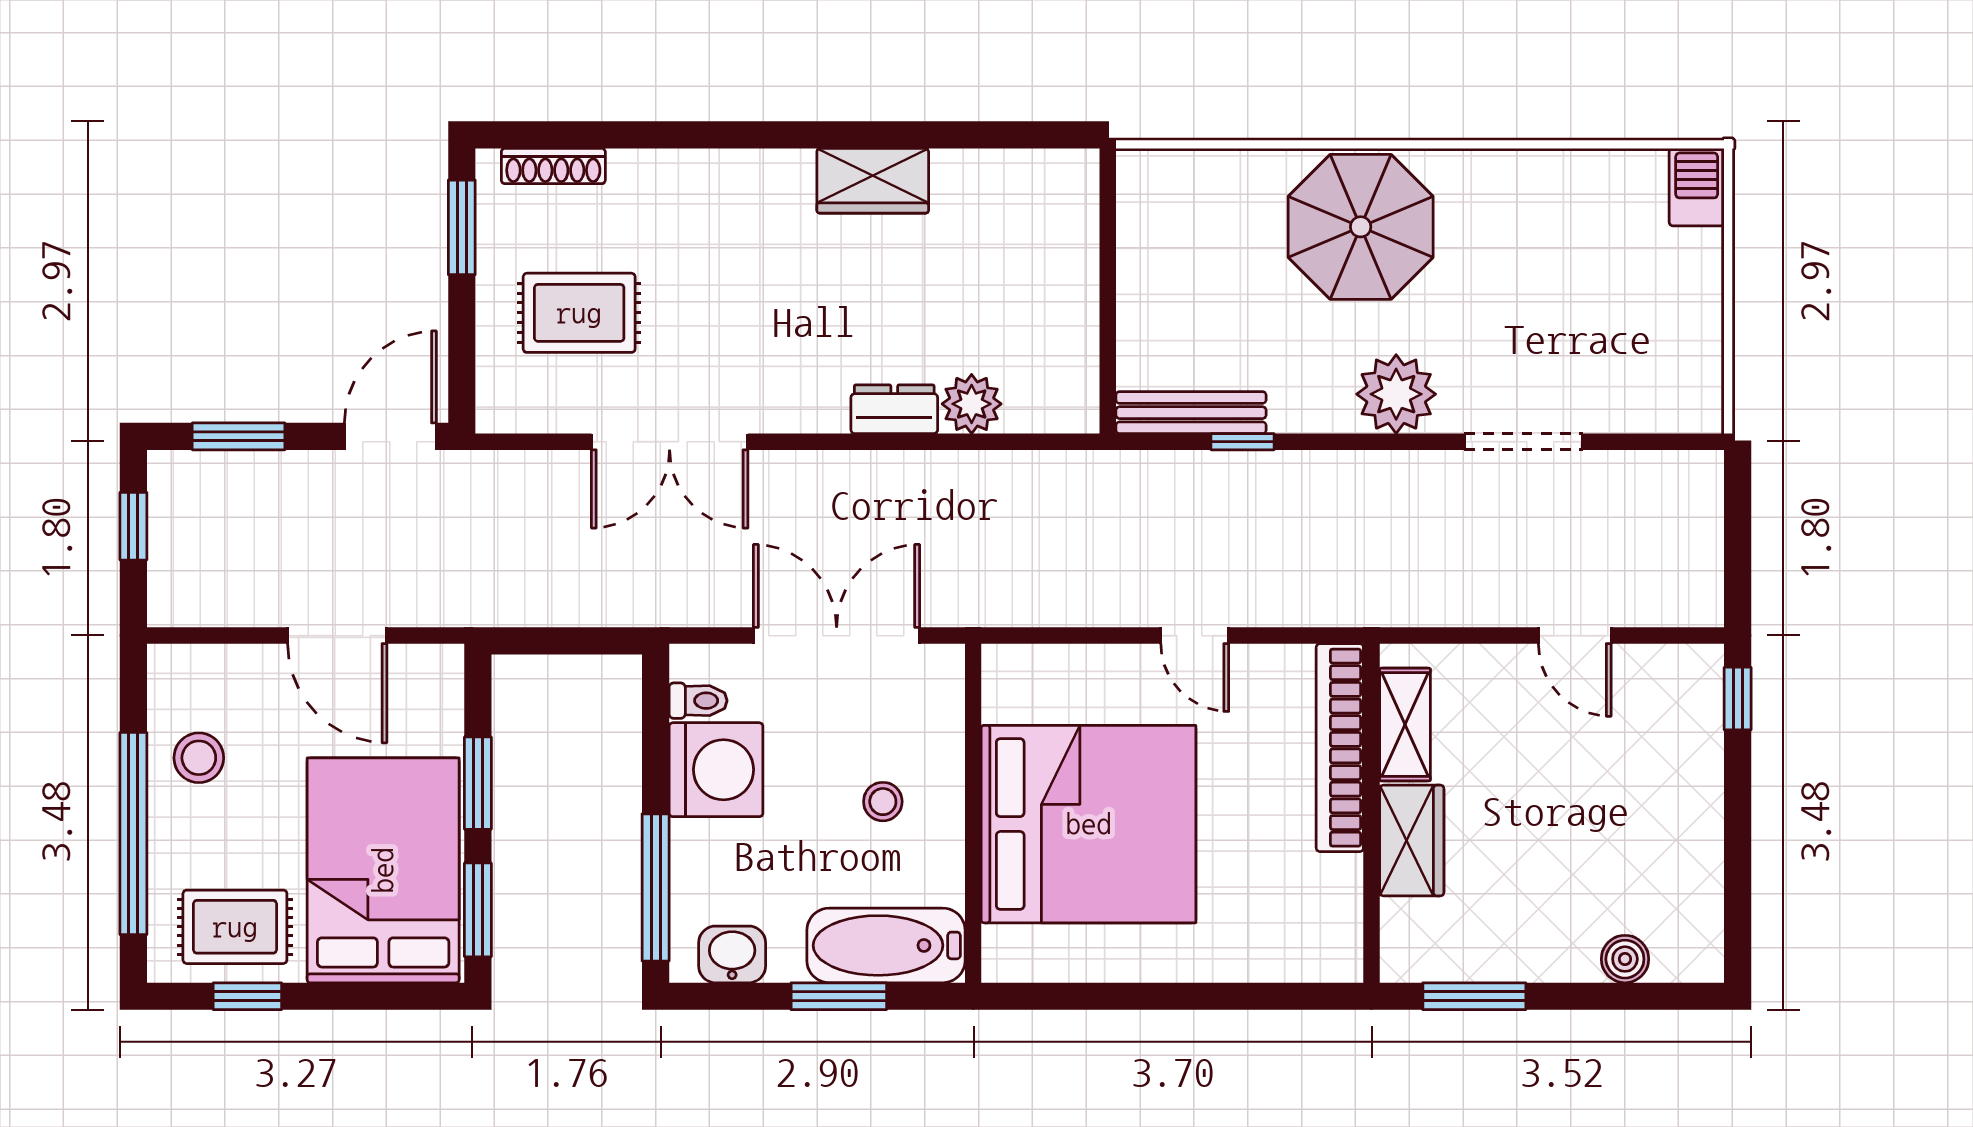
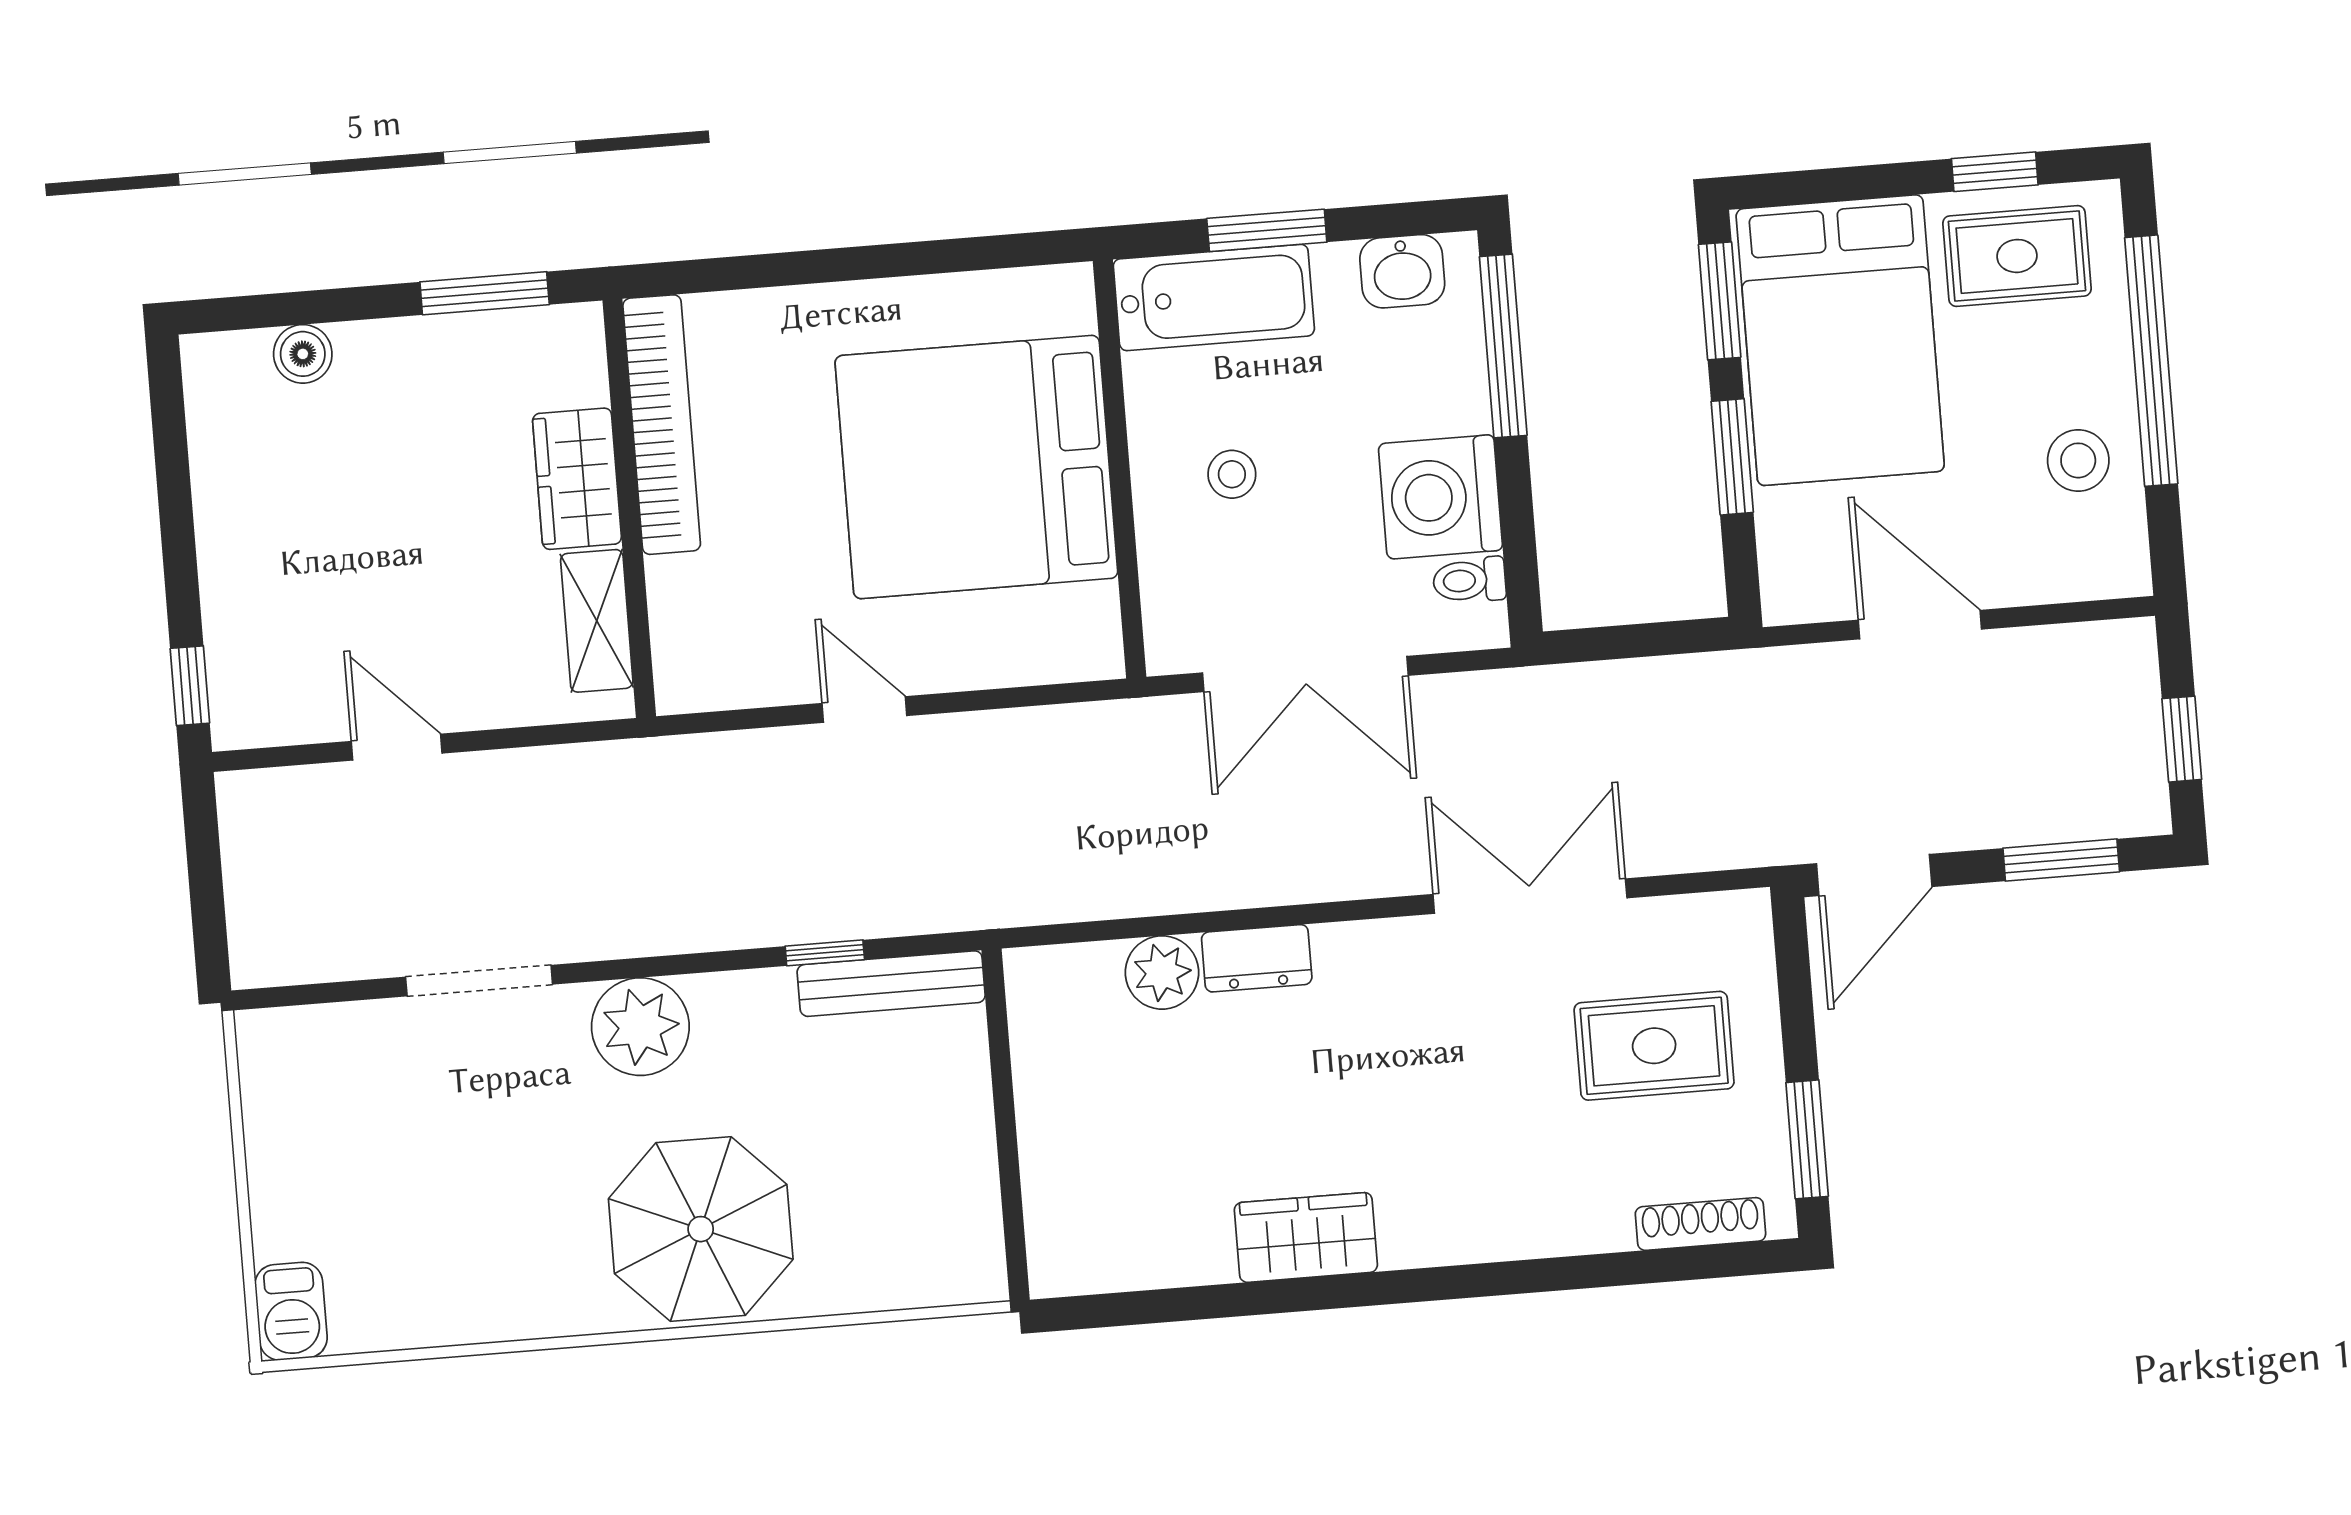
bookcase: (1340, 748) -> (662, 425), moved

